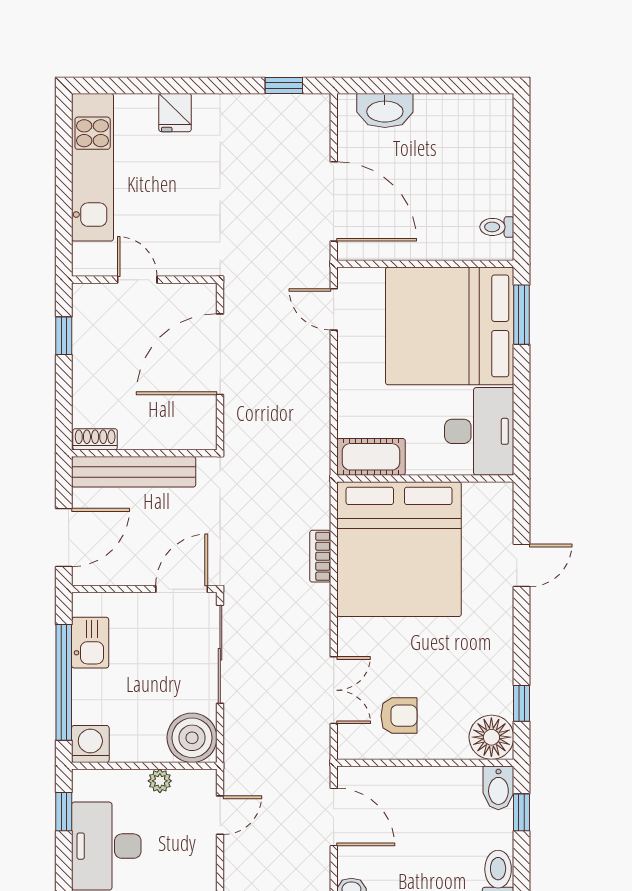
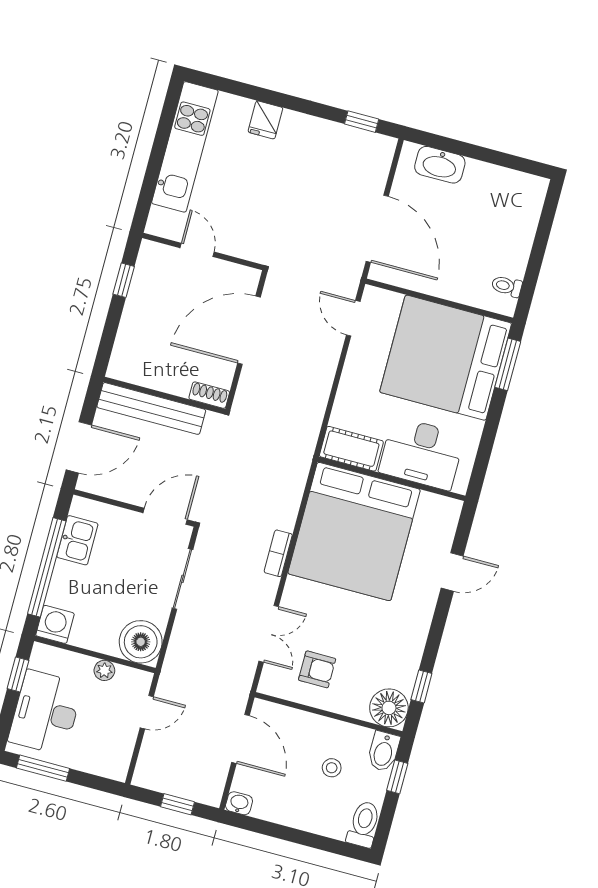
desk: (479, 431) -> (422, 453), moved, turned 90
shoe rack: (95, 439) -> (209, 395), moved
bookcase: (320, 556) -> (278, 553), moved
sliding door: (220, 654) -> (182, 579), width x0.73
stool: (445, 822) -> (332, 768), added

